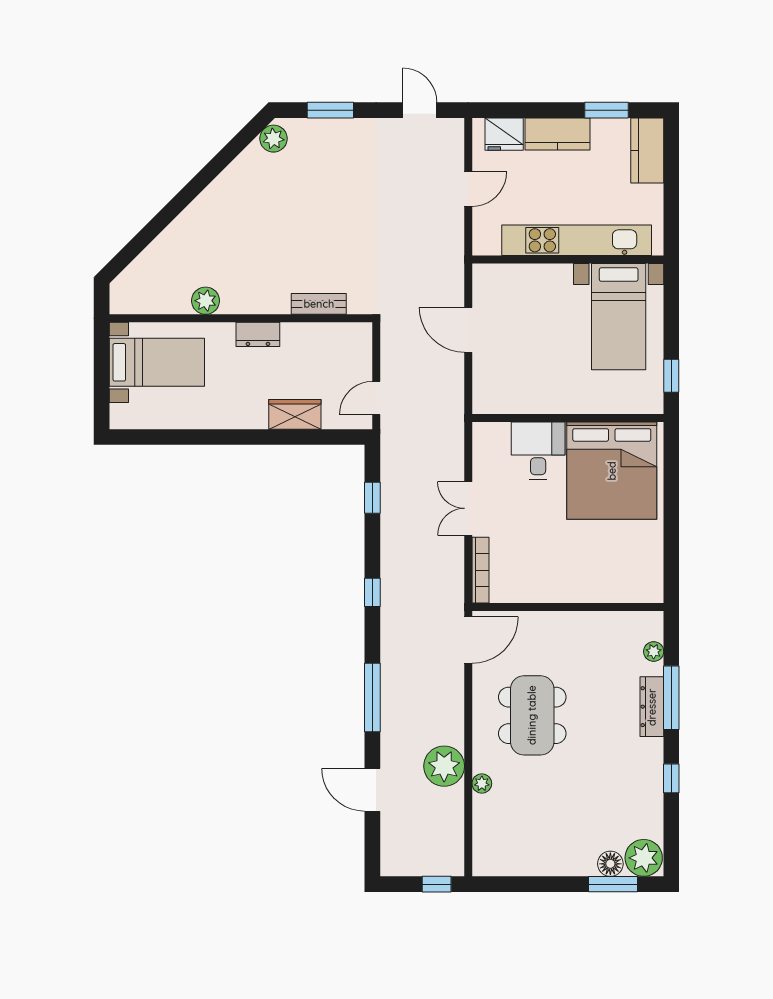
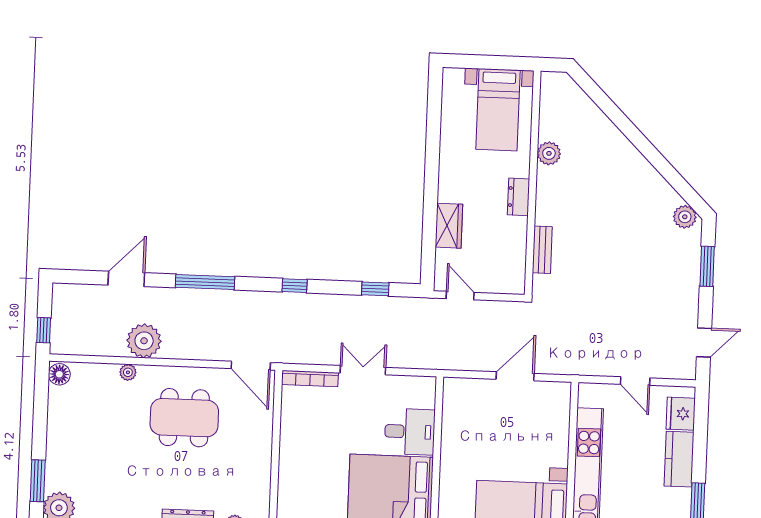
floor lamp: (610, 864) -> (59, 374), moved

